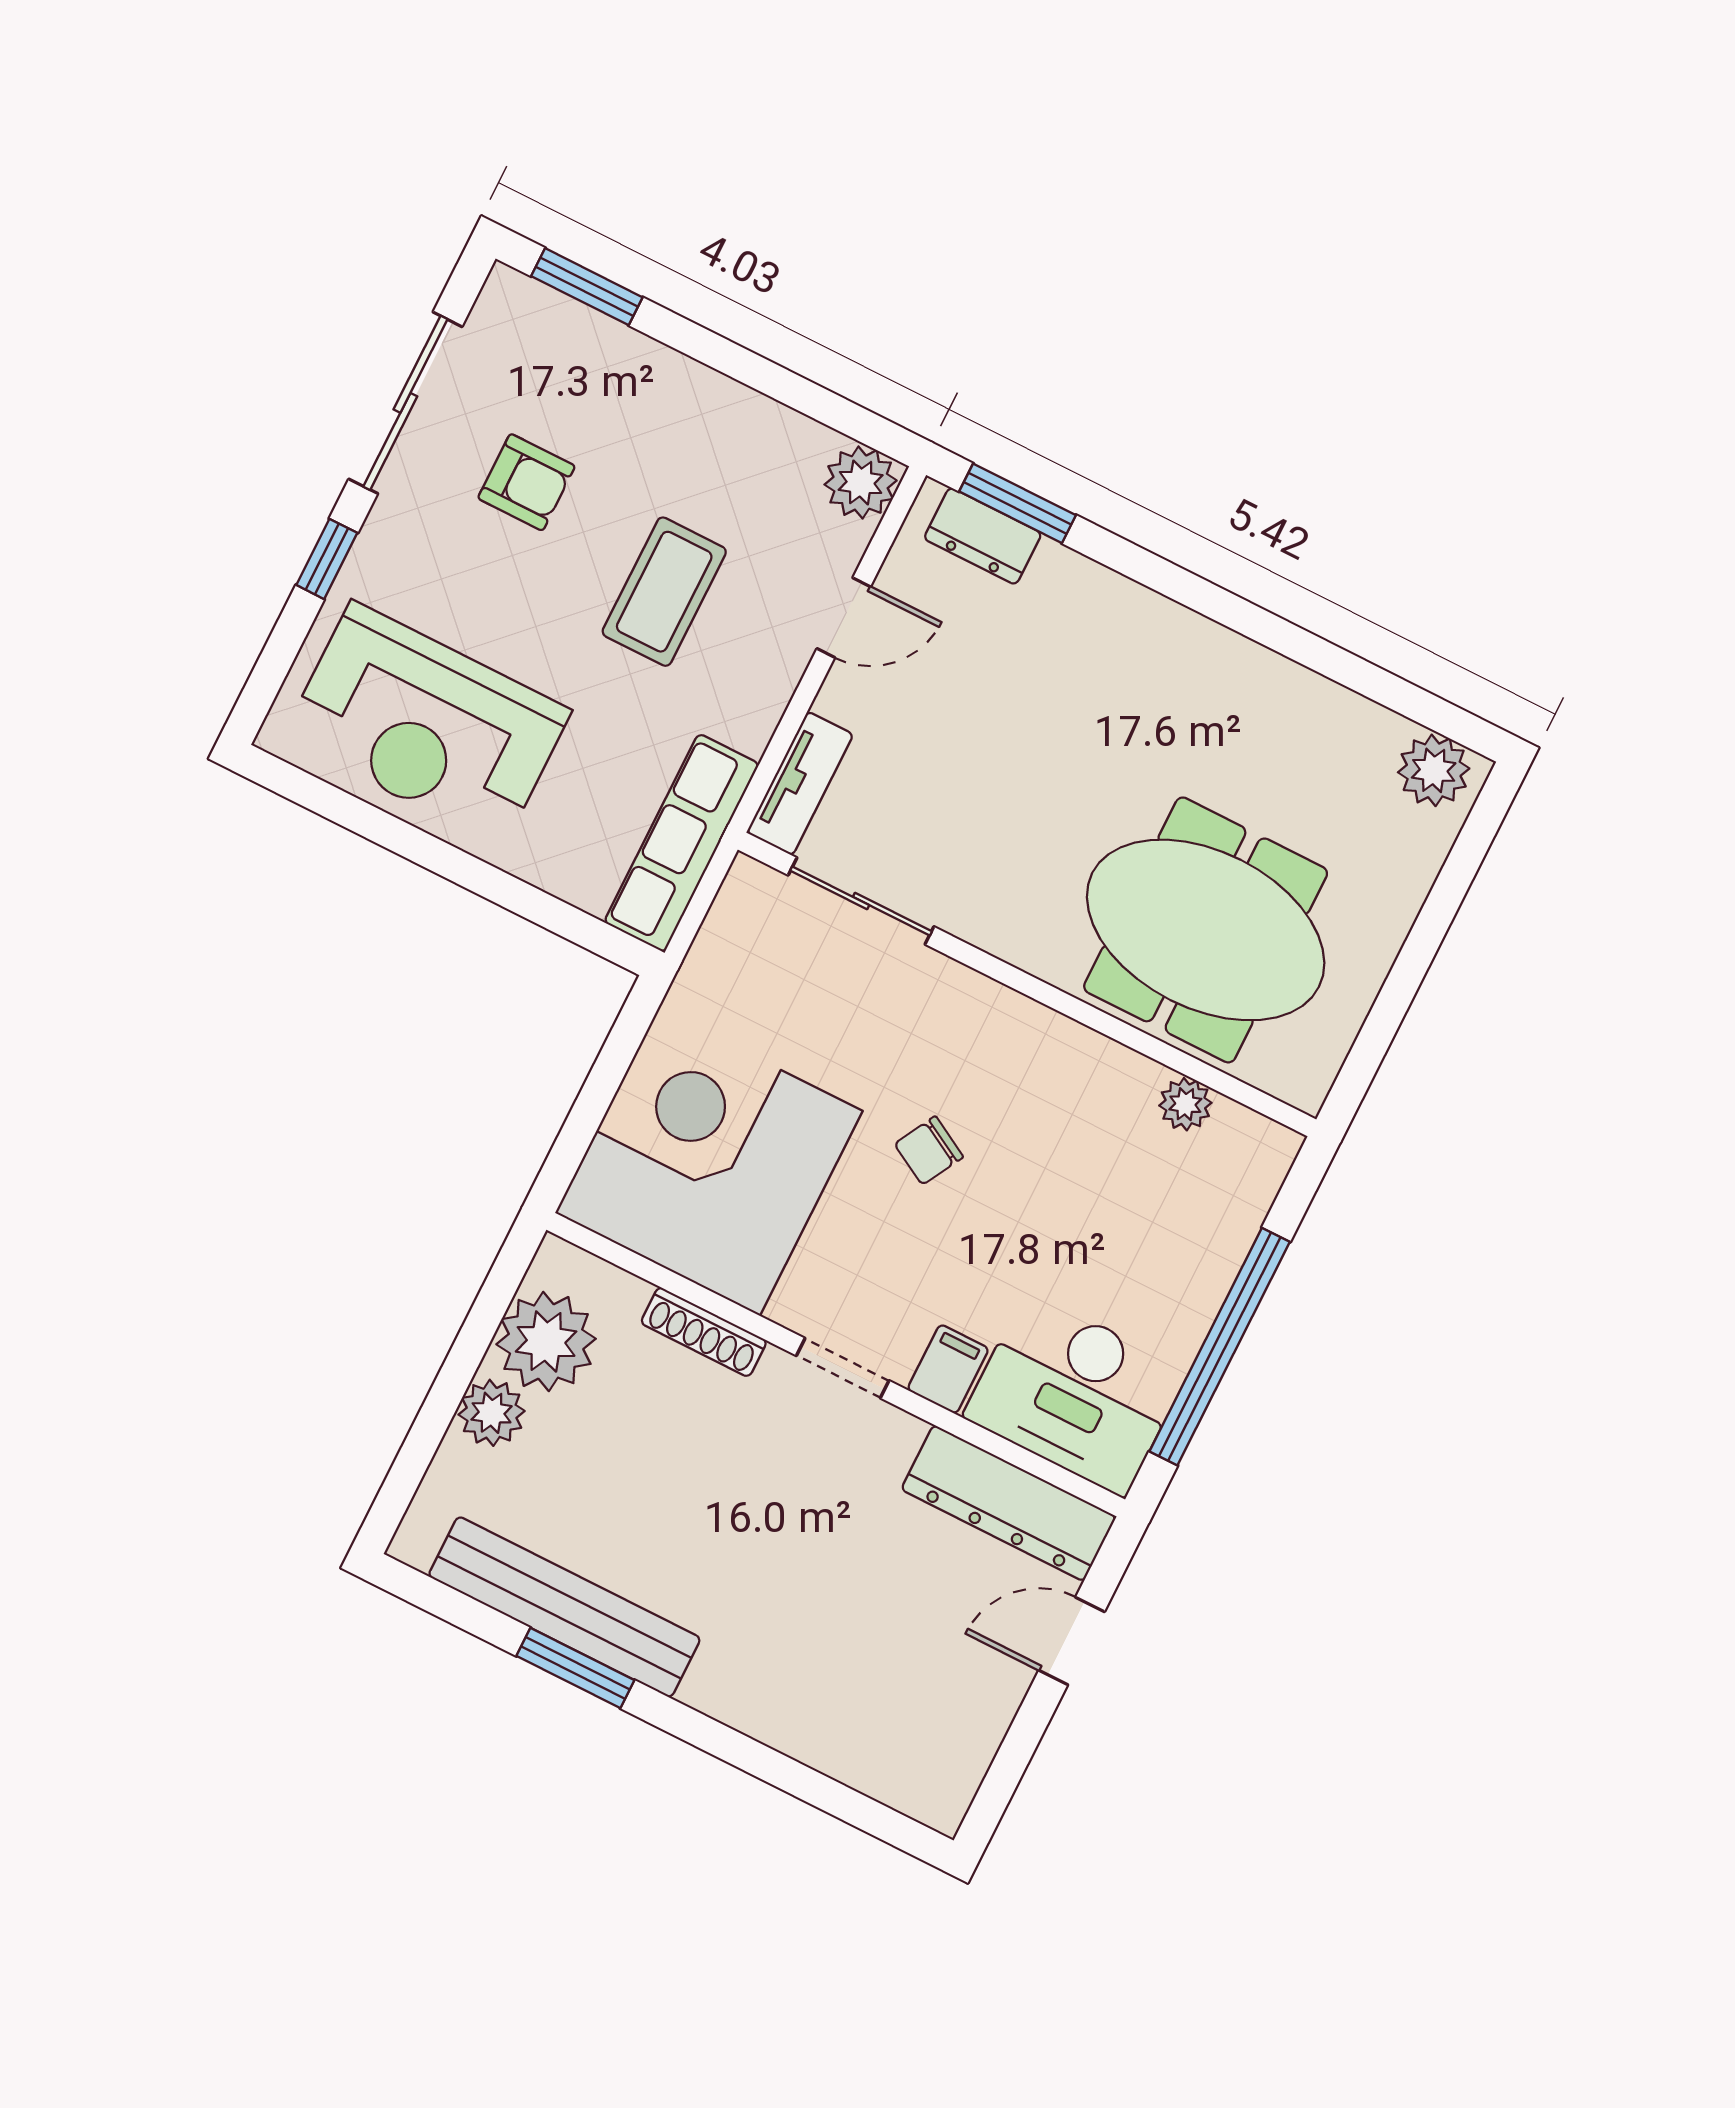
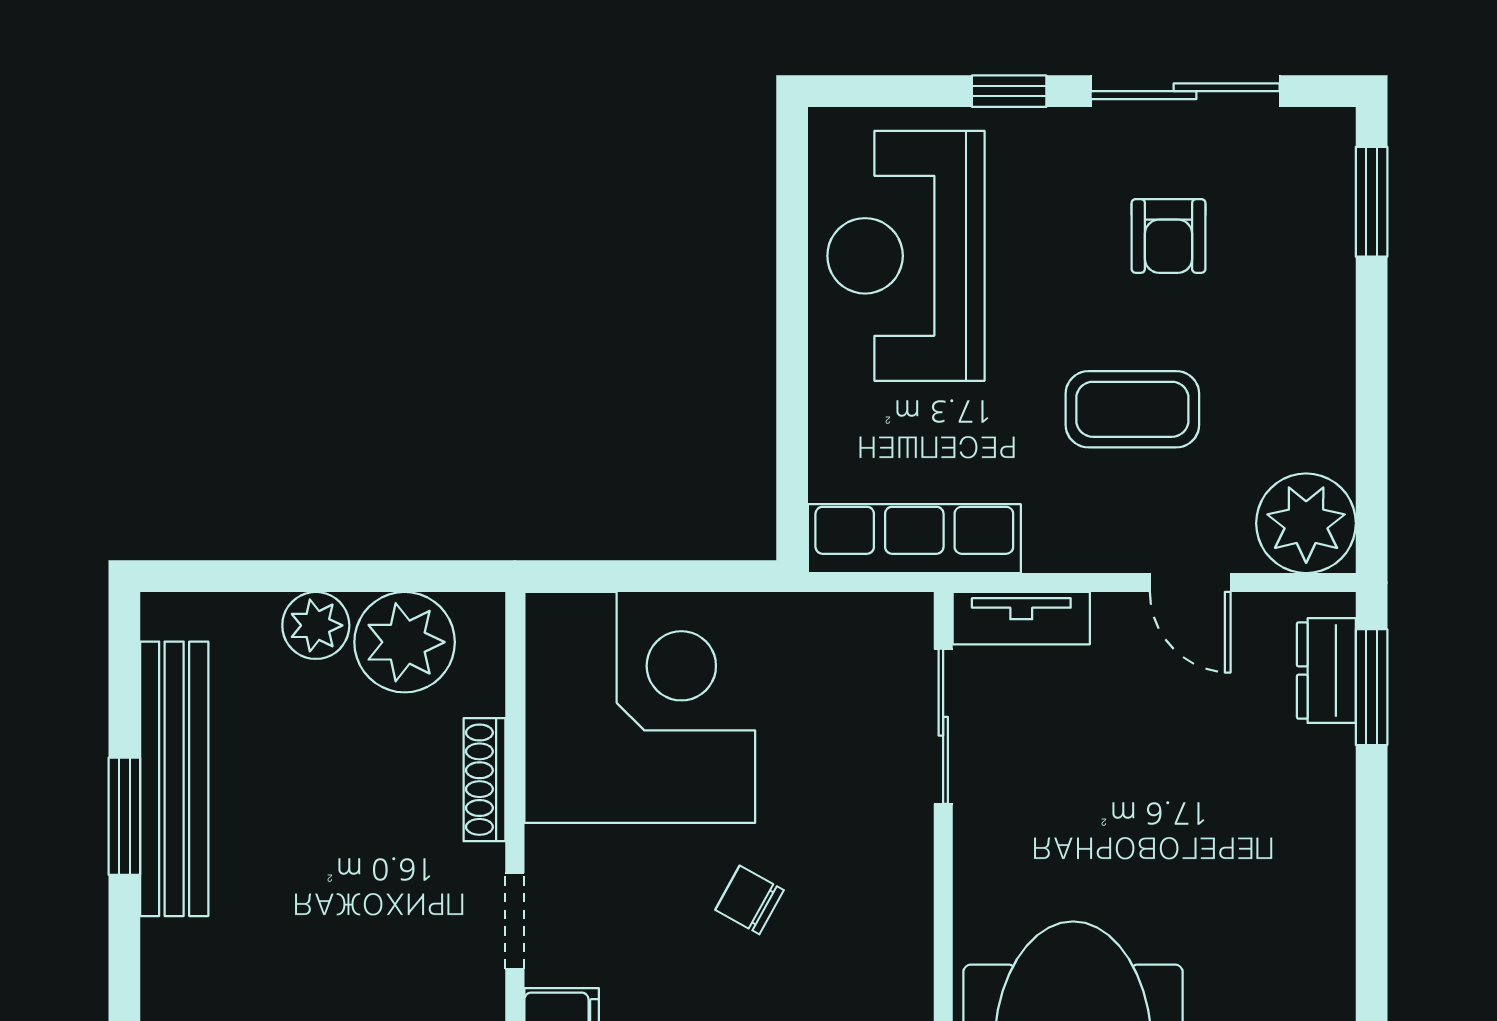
plant: (861, 483) -> (1306, 523), width x1.36, depth x1.36

